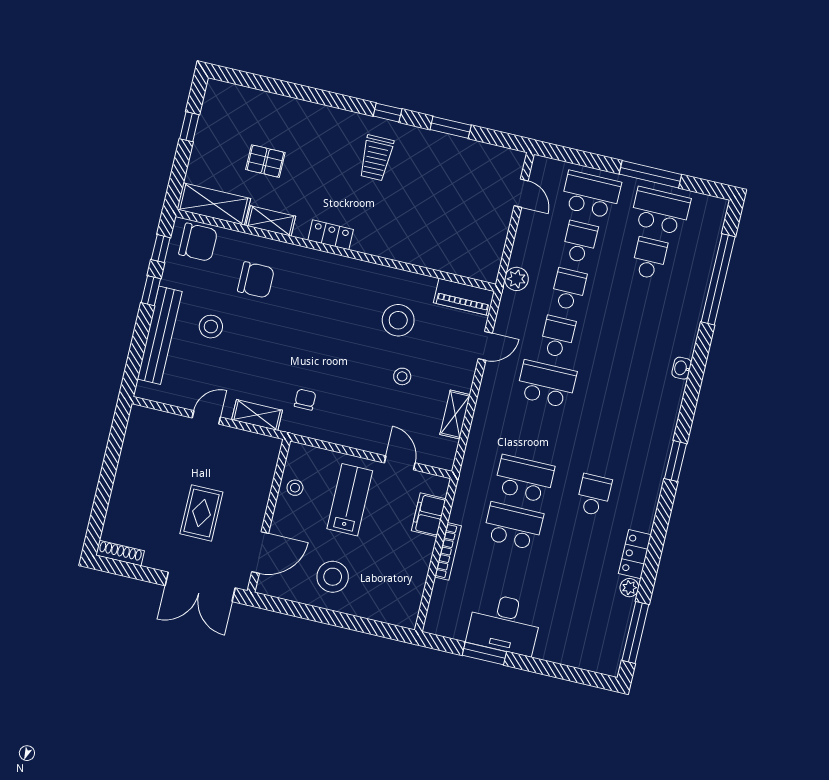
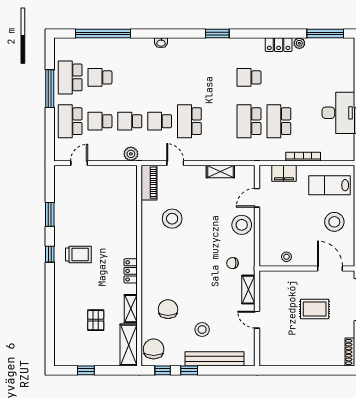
stool: (402, 376) -> (242, 225), moved, width x1.89, depth x1.89
lab bench: (350, 500) -> (329, 185), moved

